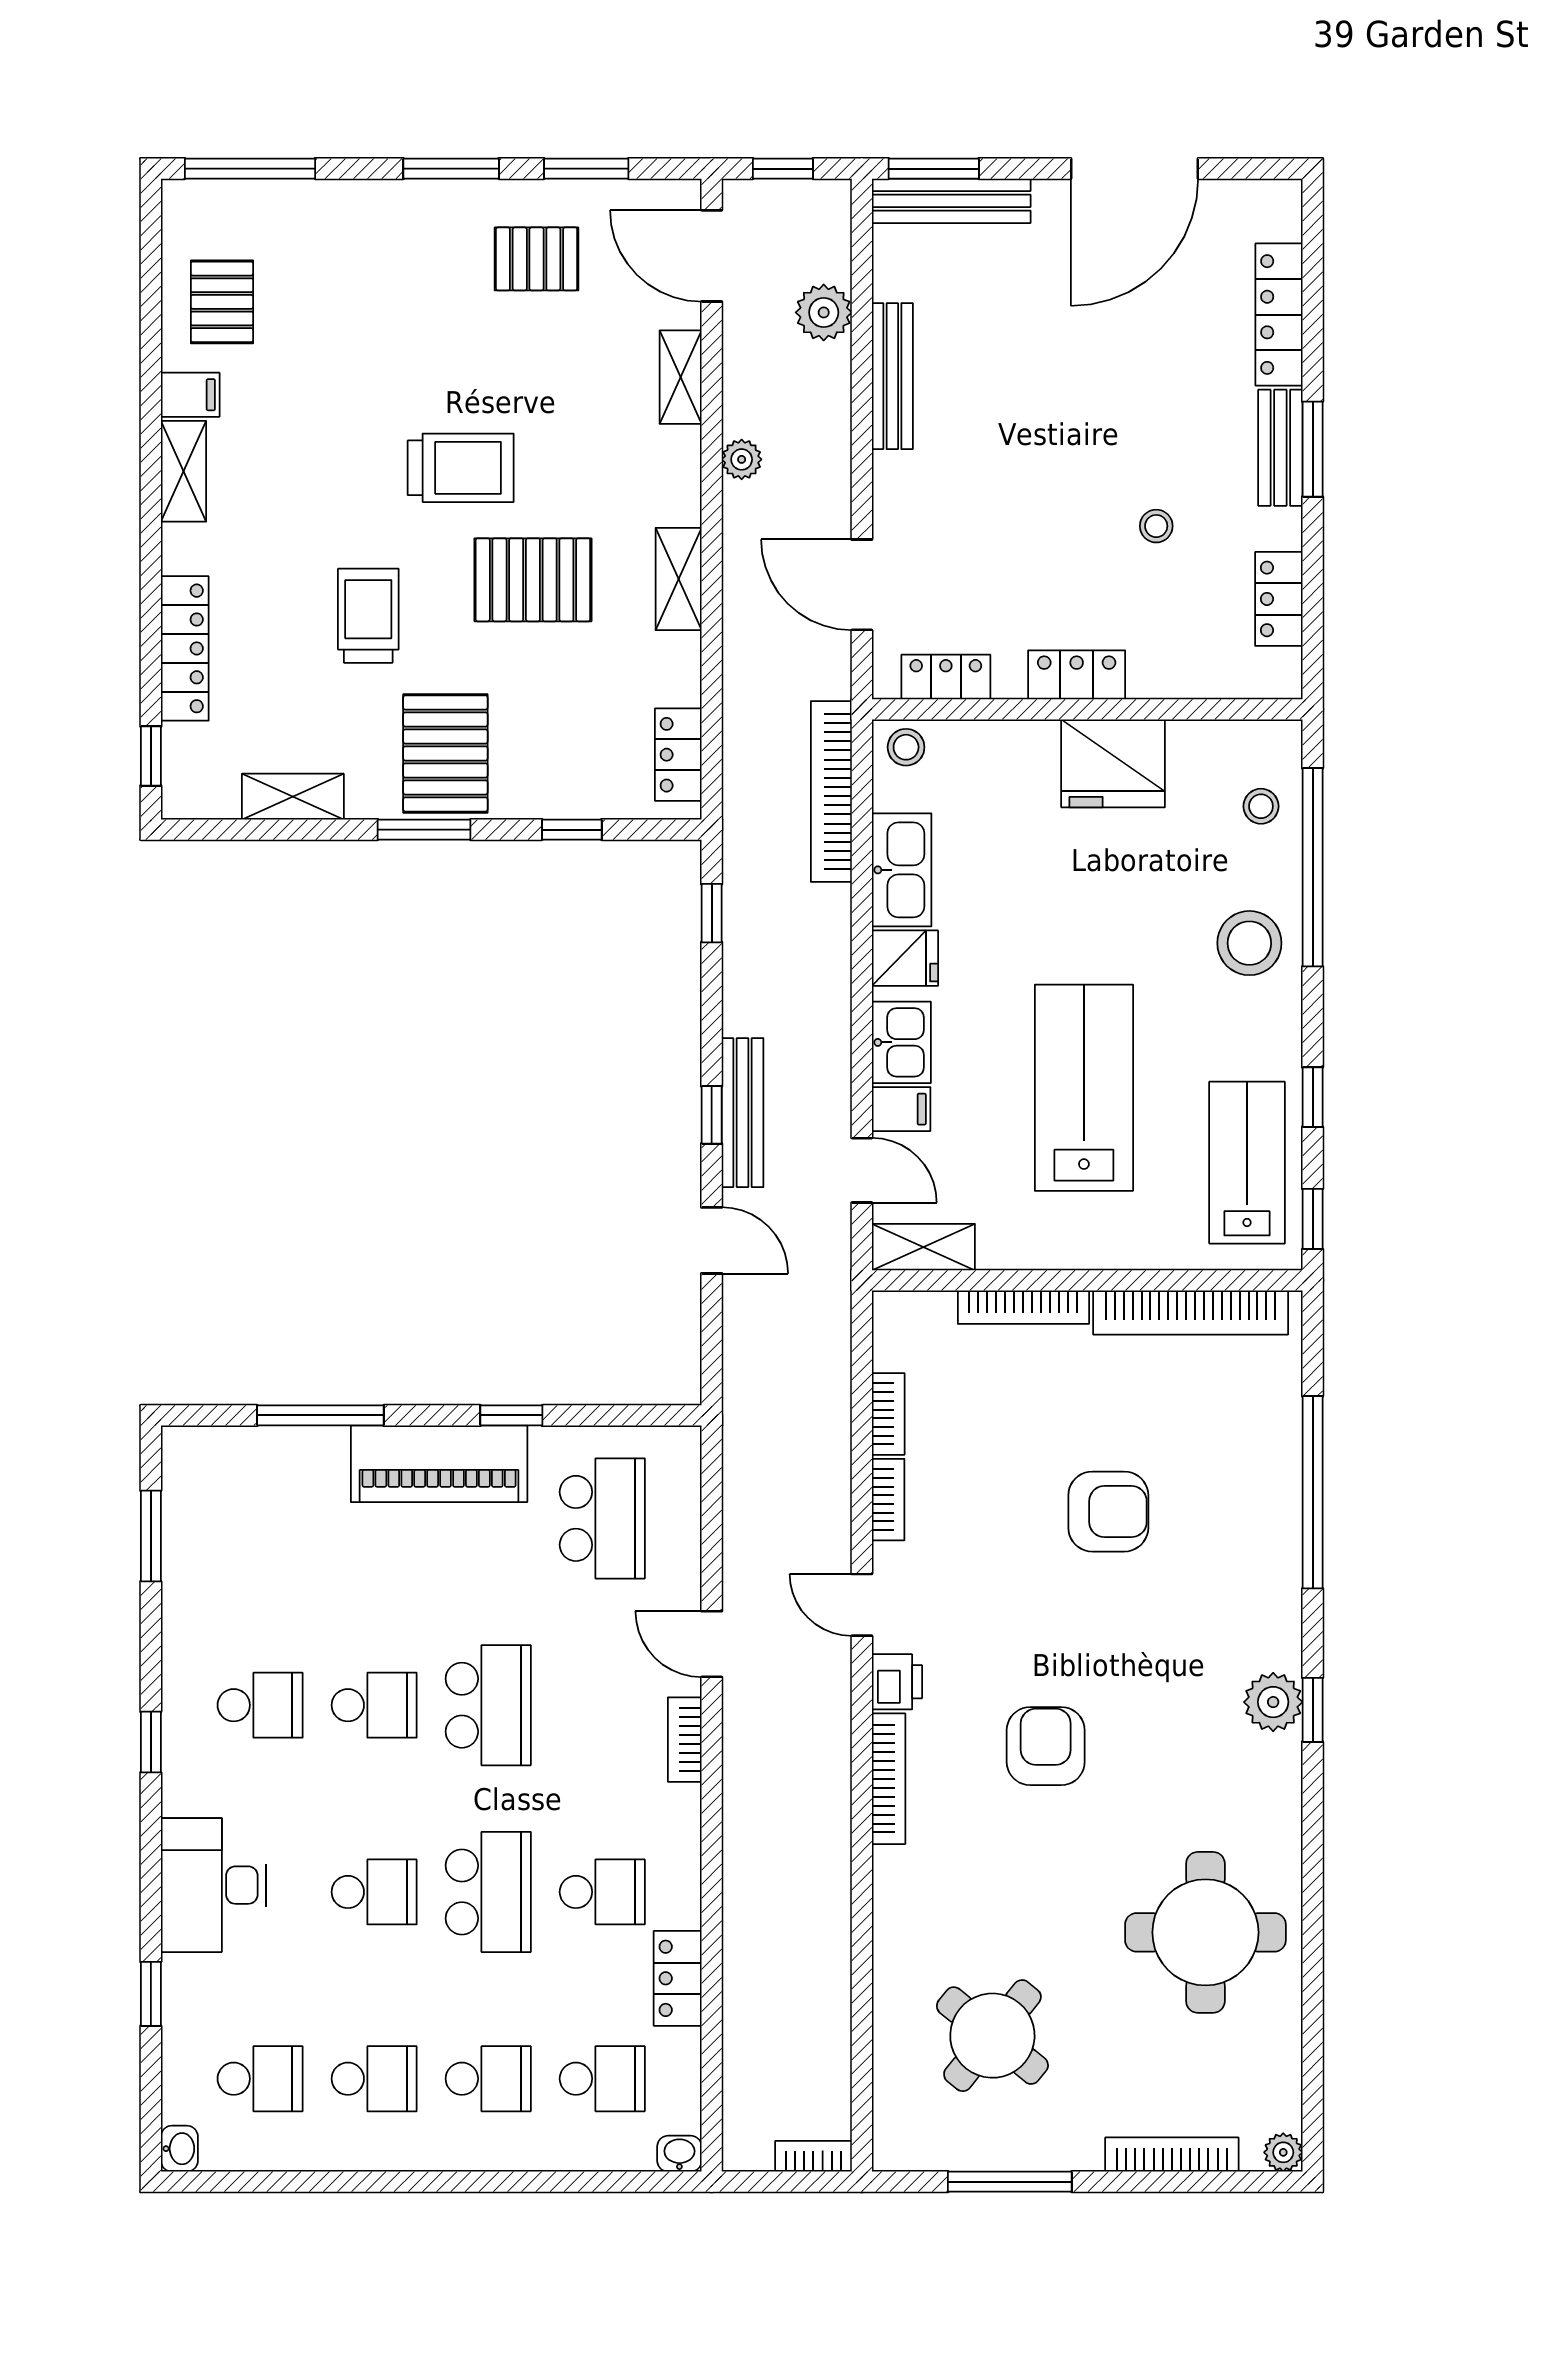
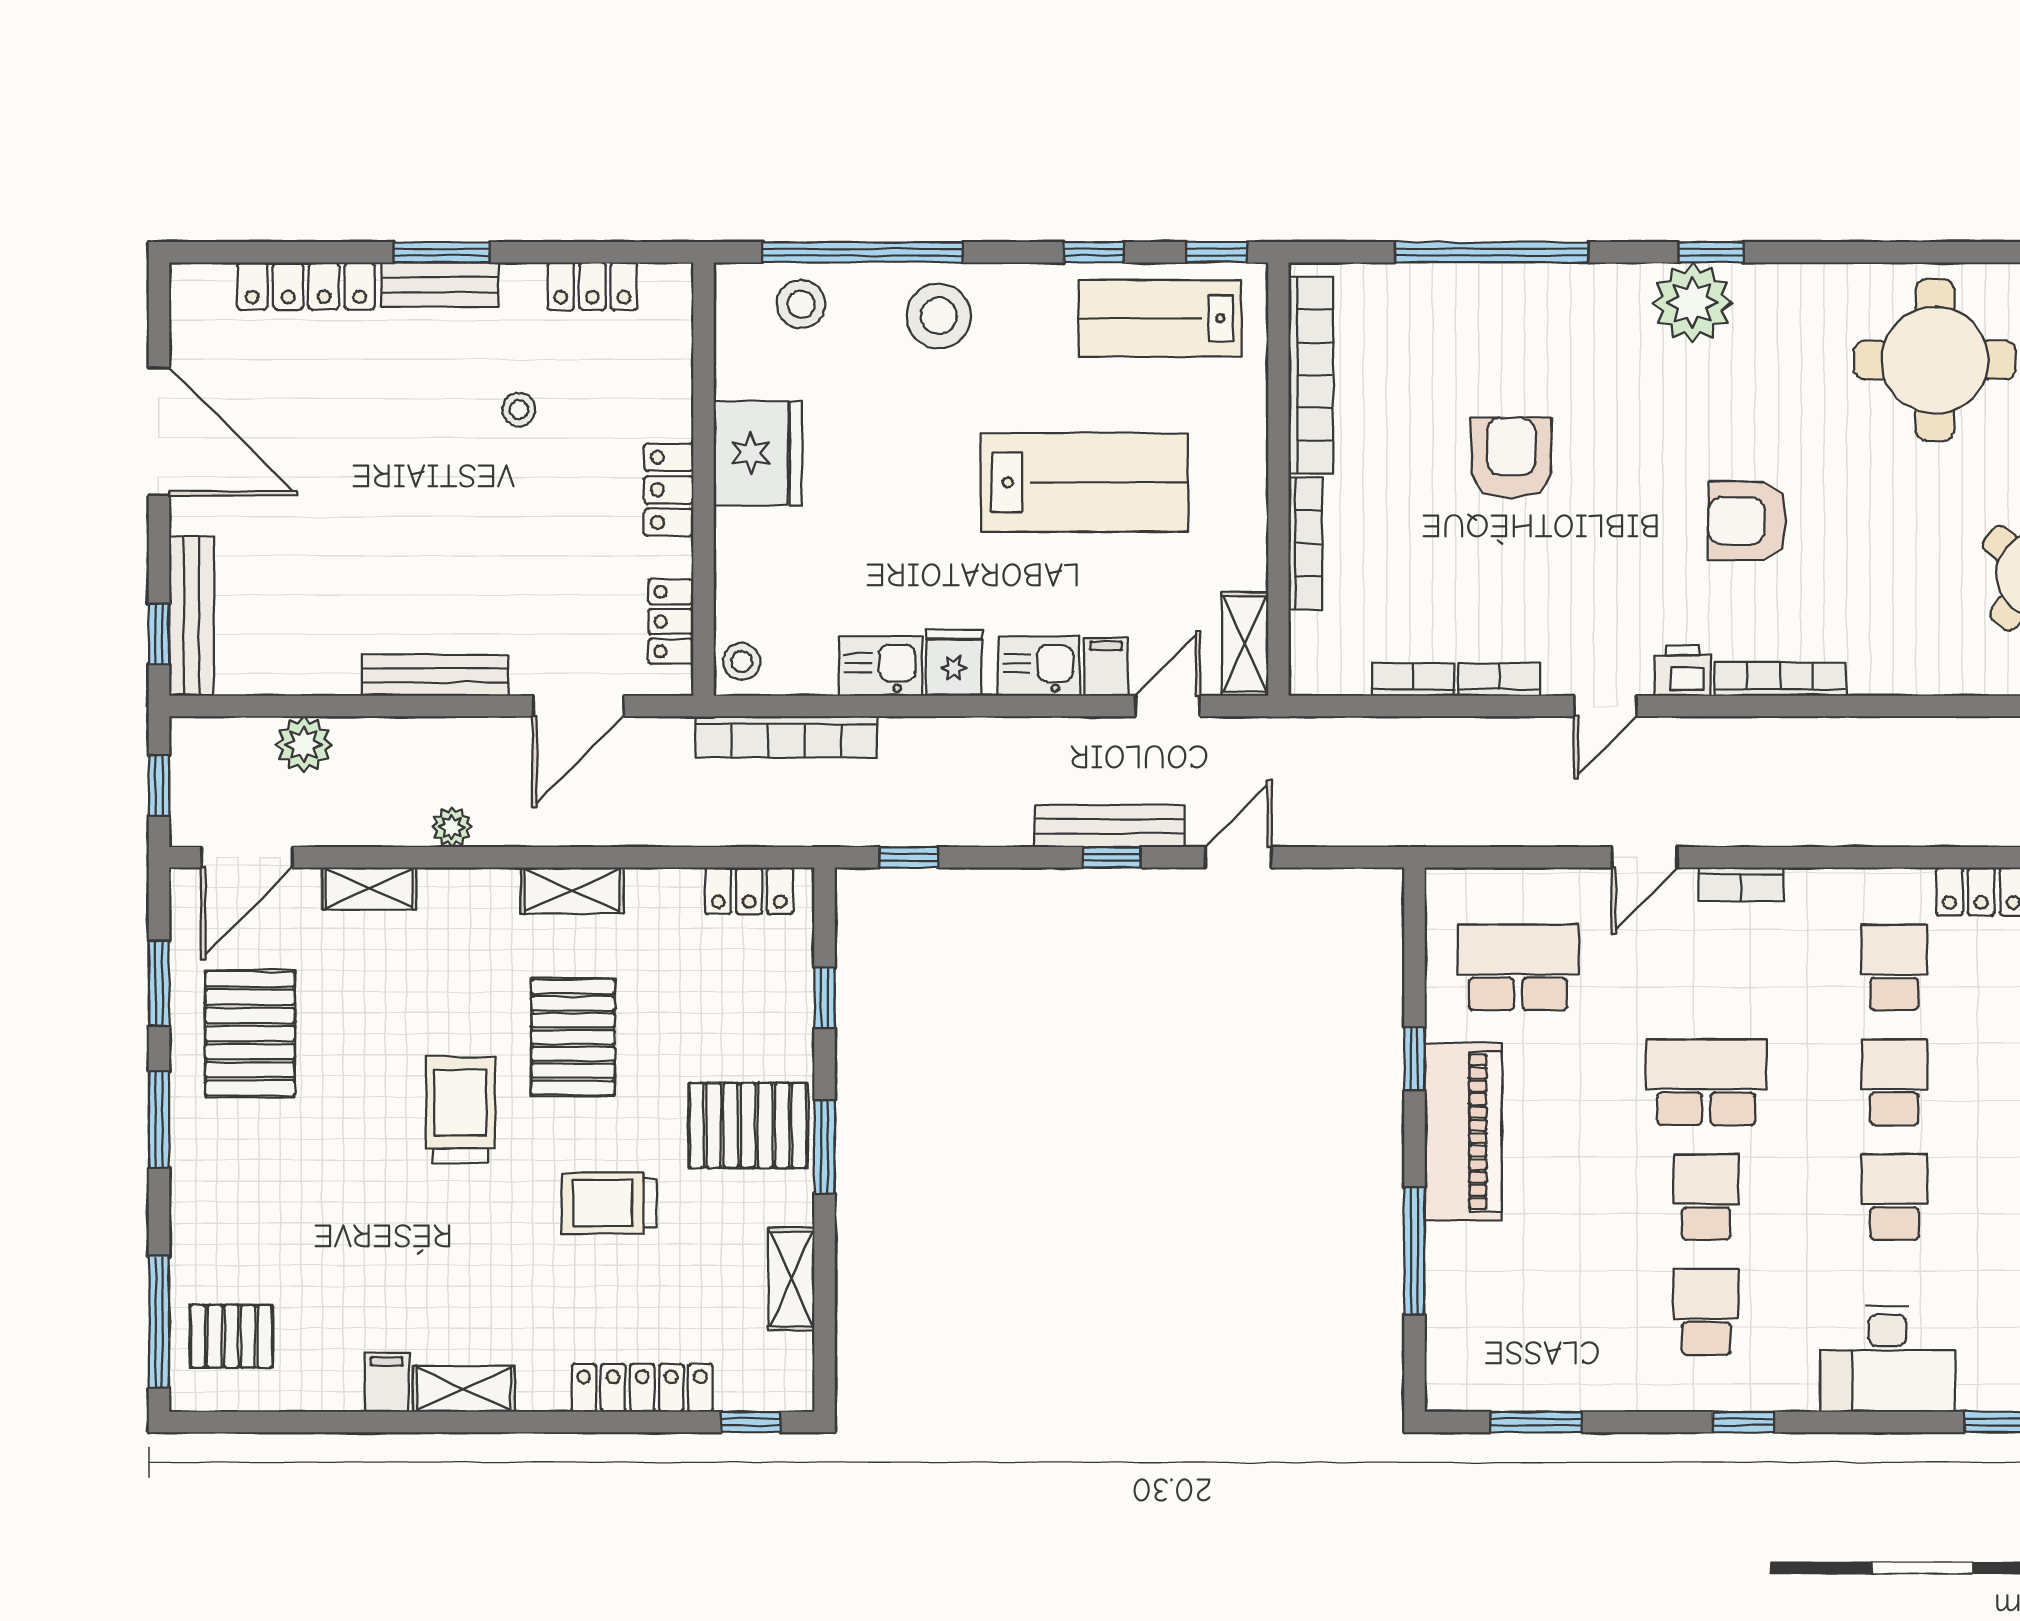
window: (934, 169) -> (159, 634), width x0.67
pallet: (537, 259) -> (250, 1034), width x1.50, depth x1.42
pallet: (222, 302) -> (231, 1336), moved
bench: (892, 376) -> (435, 675), moved
stool: (1261, 806) -> (801, 304), width x1.37, depth x1.37
kitchen sink: (902, 870) -> (881, 666), width x0.73
lab bench: (1084, 1088) -> (1085, 482), turned 180
plant: (1273, 1702) -> (1692, 303), width x1.36, depth x1.36
school desk: (488, 1892) -> (1894, 1082), width x0.54

